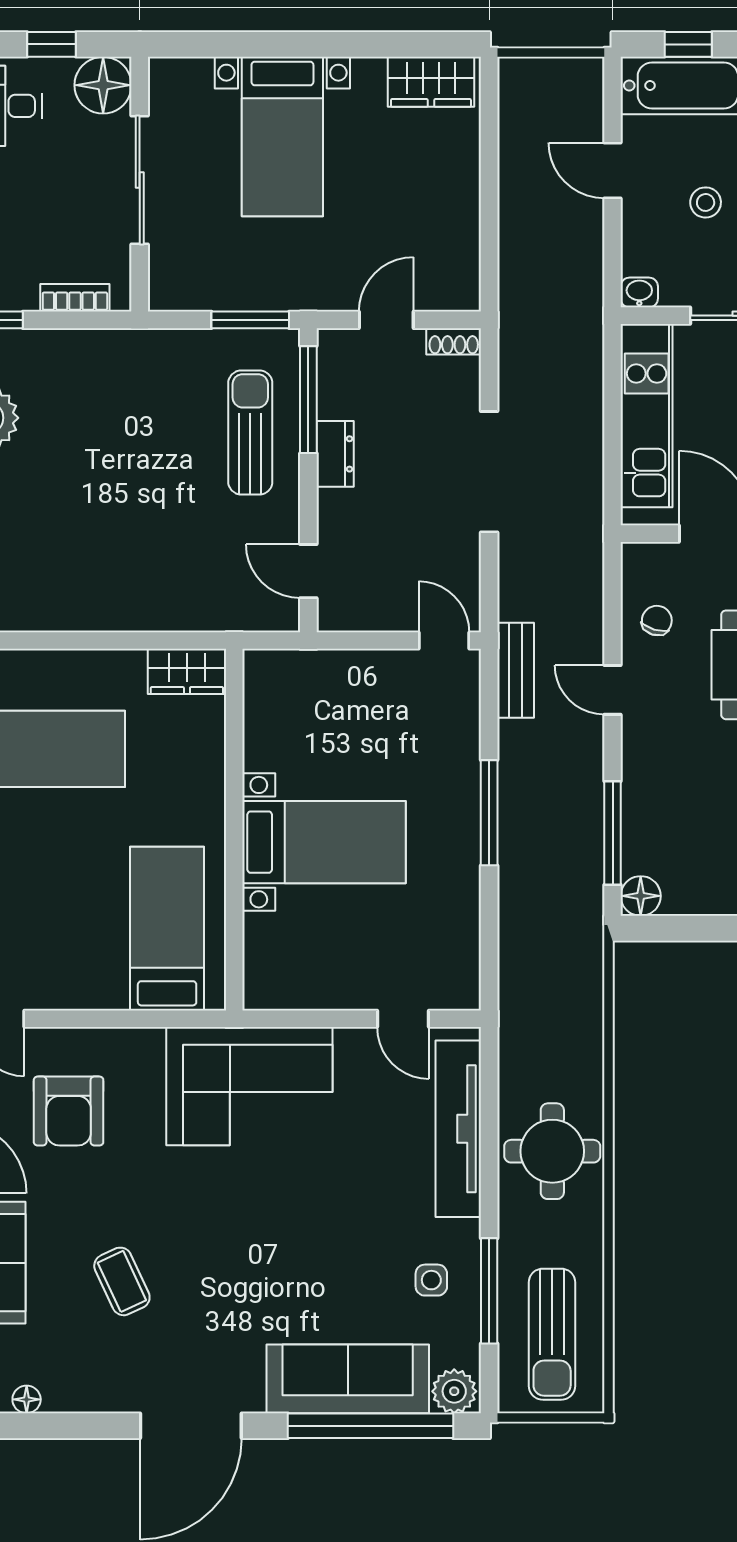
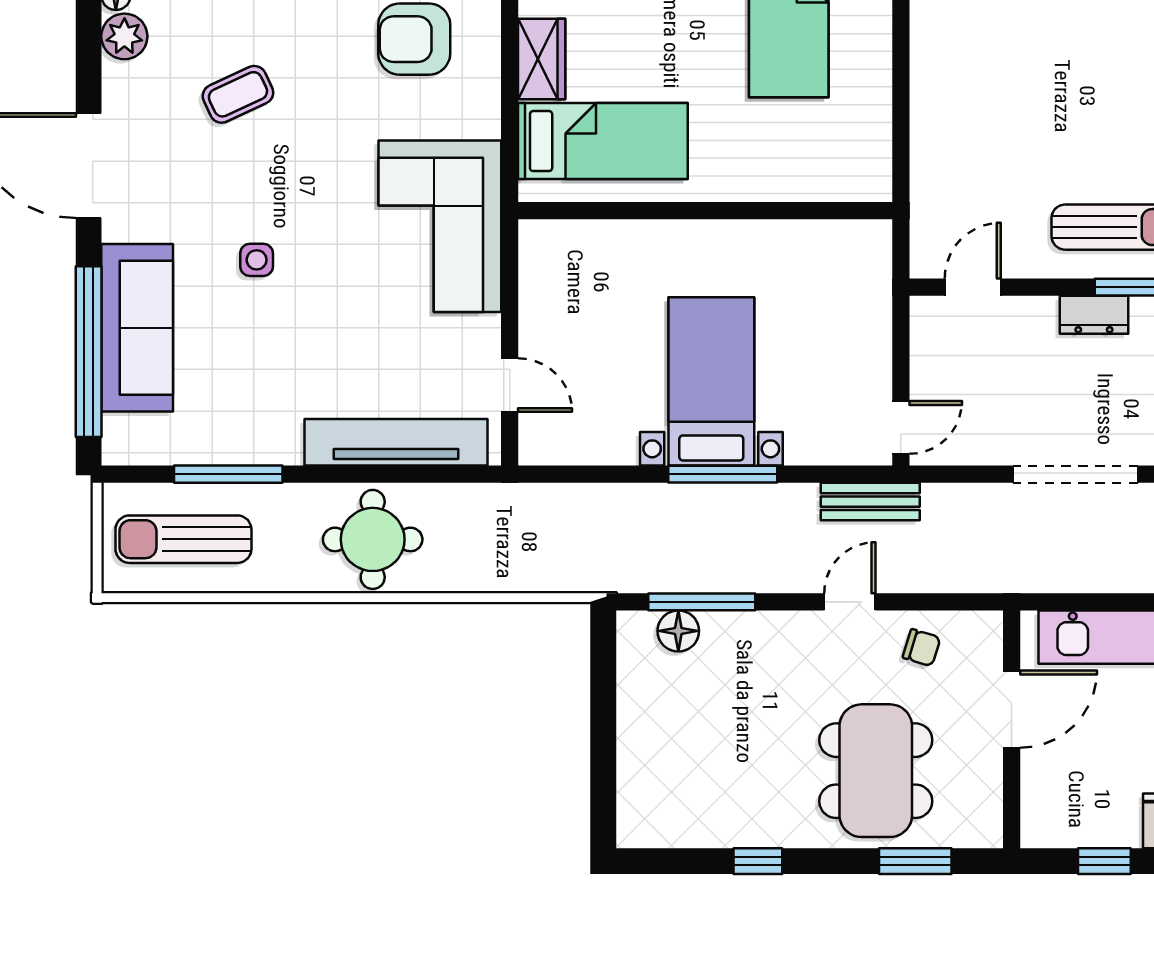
wardrobe: (187, 671) -> (542, 59), moved, turned 180
bed with nightstands: (324, 842) -> (711, 381), moved, turned 180
floor lamp: (641, 896) -> (678, 631), moved
door: (403, 1019) -> (510, 385), swing flipped
side table: (431, 1280) -> (257, 260), moved
plant: (454, 1391) -> (124, 36), moved

